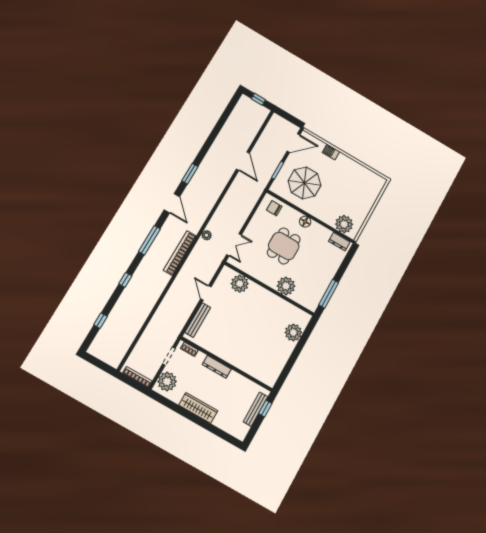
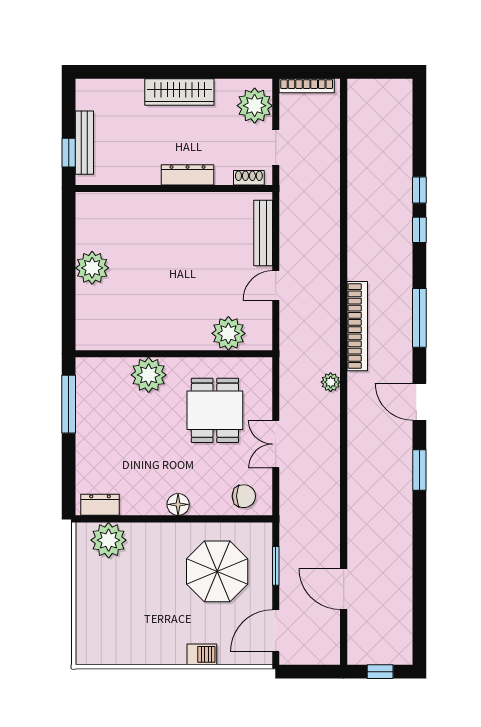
door: (243, 161) -> (344, 589), moved
double door: (234, 245) -> (276, 444), moved
dining table: (284, 246) -> (215, 410), moved
door: (206, 293) -> (276, 285), swing flipped
window: (100, 321) -> (419, 190), moved
plant: (293, 332) -> (92, 268), moved

